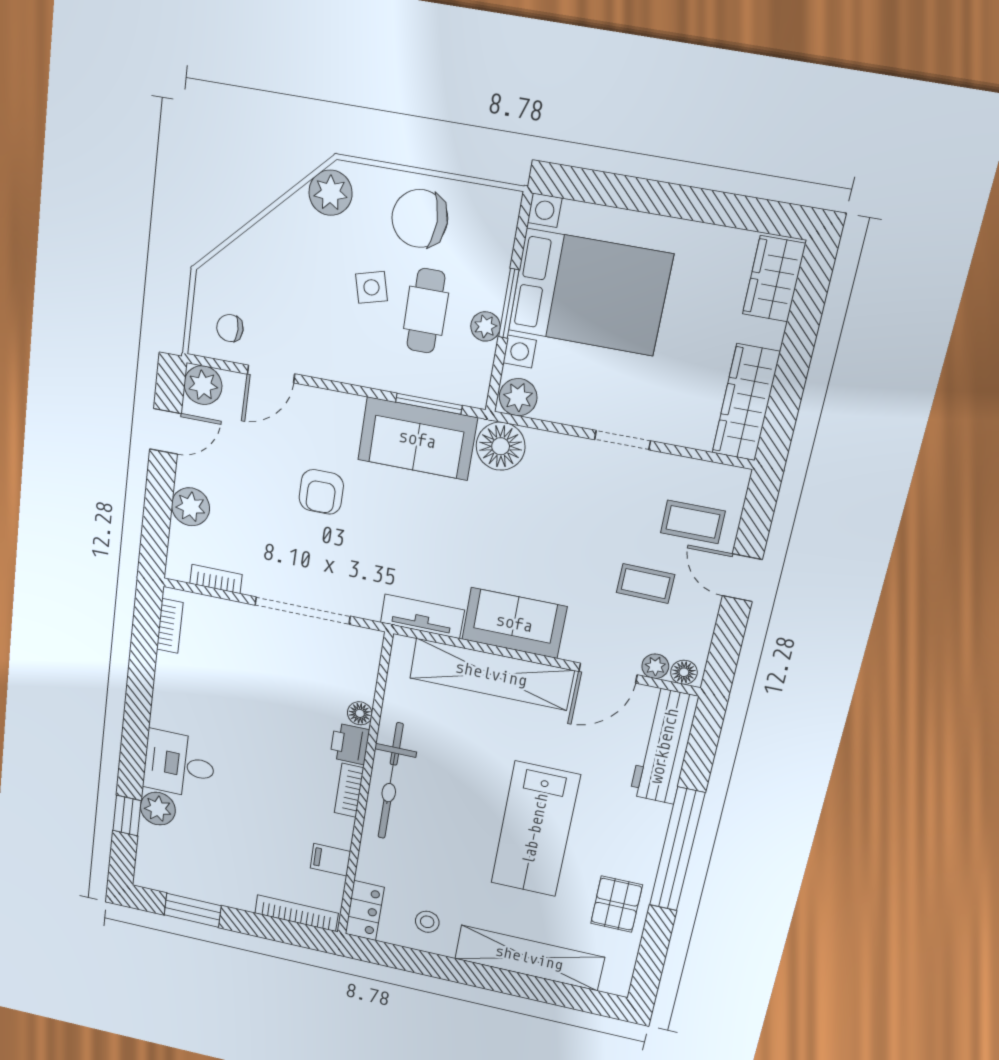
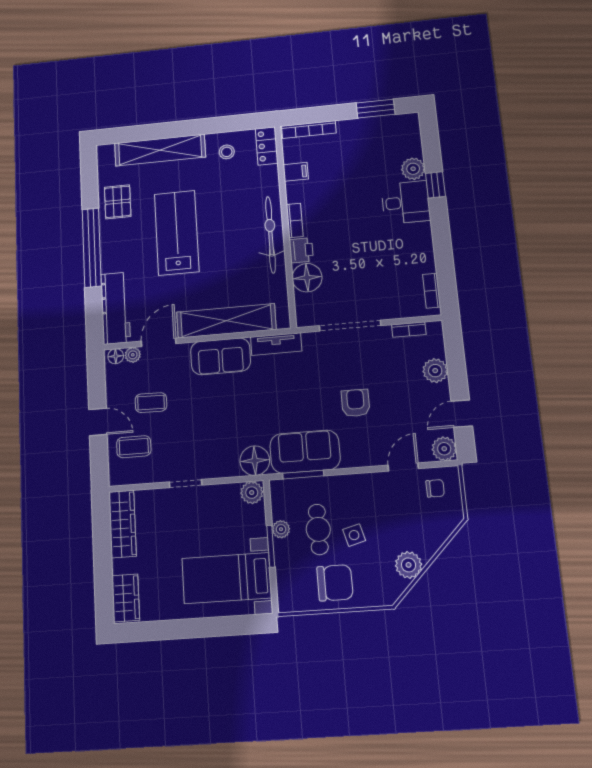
plant: (330, 193) -> (409, 565), moved
bed with nightstands: (590, 292) -> (227, 578), width x0.73
floor lamp: (360, 713) -> (307, 278), width x1.89, depth x1.89
window: (127, 816) -> (435, 185), moved

